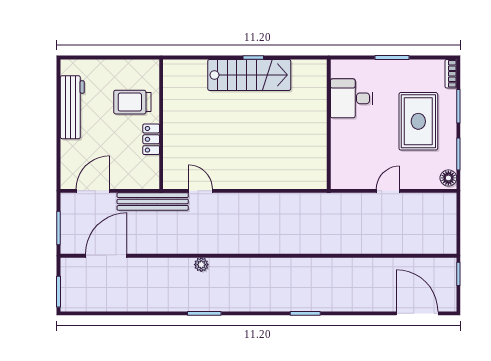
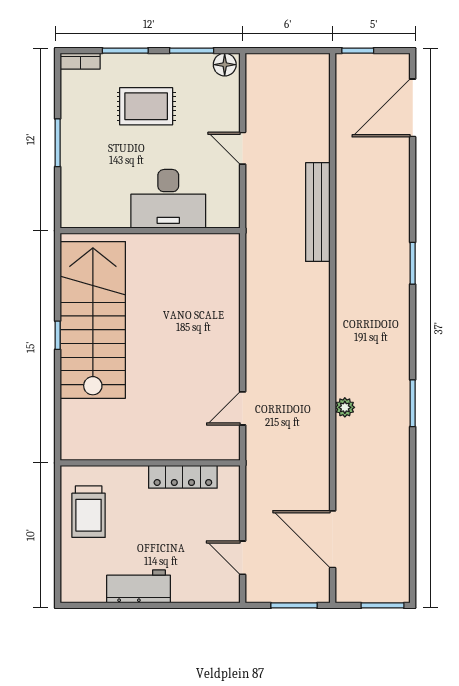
stairs: (249, 75) -> (93, 320), width x1.36, depth x1.51
desk: (352, 98) -> (168, 199), moved, width x1.37
trolley: (132, 102) -> (89, 512), moved
workbench: (72, 107) -> (139, 586), width x0.73
rug: (418, 121) -> (146, 106), width x0.73, depth x0.70
locker: (151, 139) -> (183, 477), width x1.53
door: (93, 191) -> (243, 558), width x0.73
bench: (153, 201) -> (318, 212), moved

